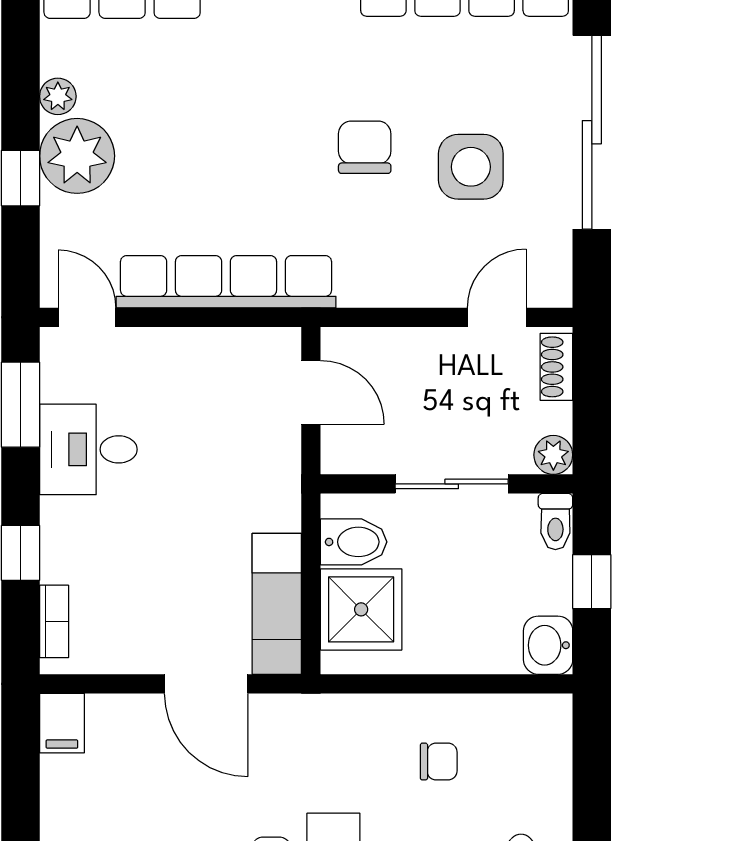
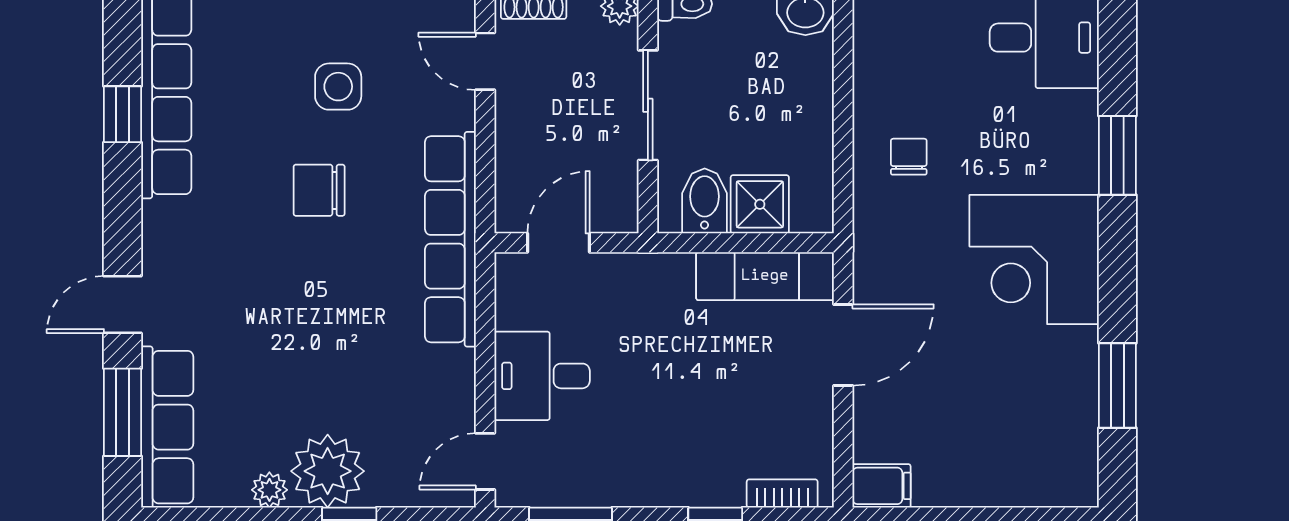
side table: (471, 167) -> (338, 87), width x0.73, depth x0.73
row of seats: (226, 282) -> (450, 239), moved
desk: (88, 449) -> (542, 376), moved, turned 90
shower: (361, 609) -> (760, 204), width x0.73, depth x0.73
chair: (439, 762) -> (909, 157), moved

